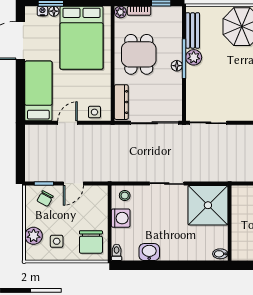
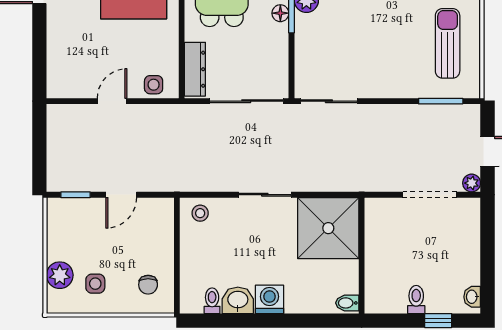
bed: (38, 91) -> (67, 52), removed
chair: (45, 199) -> (77, 218), removed
washing machine: (121, 218) -> (270, 299), moved, turned -90
chair: (91, 242) -> (148, 285), width x0.54, depth x0.54
toilet: (117, 252) -> (212, 301), moved

